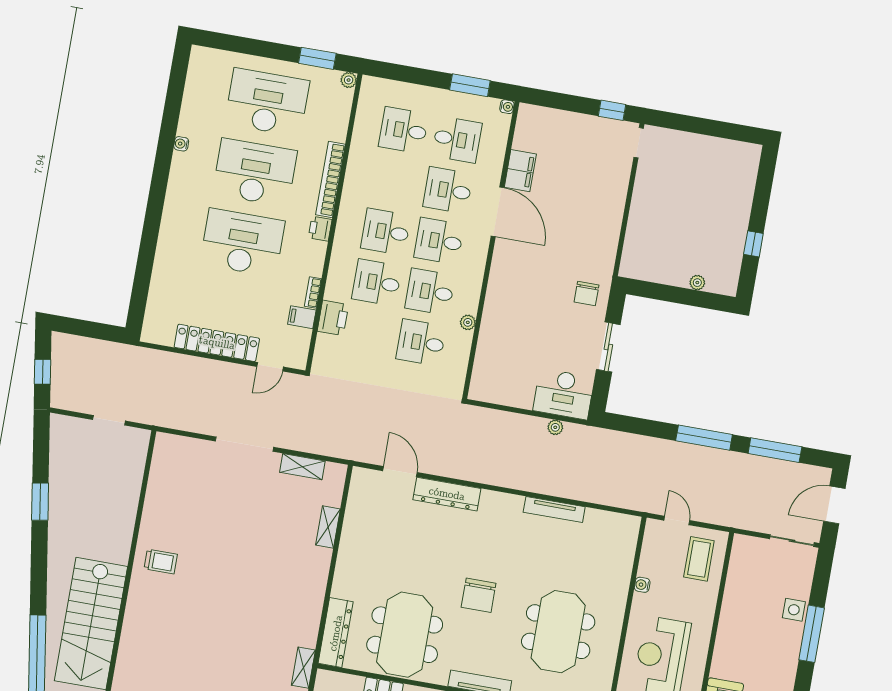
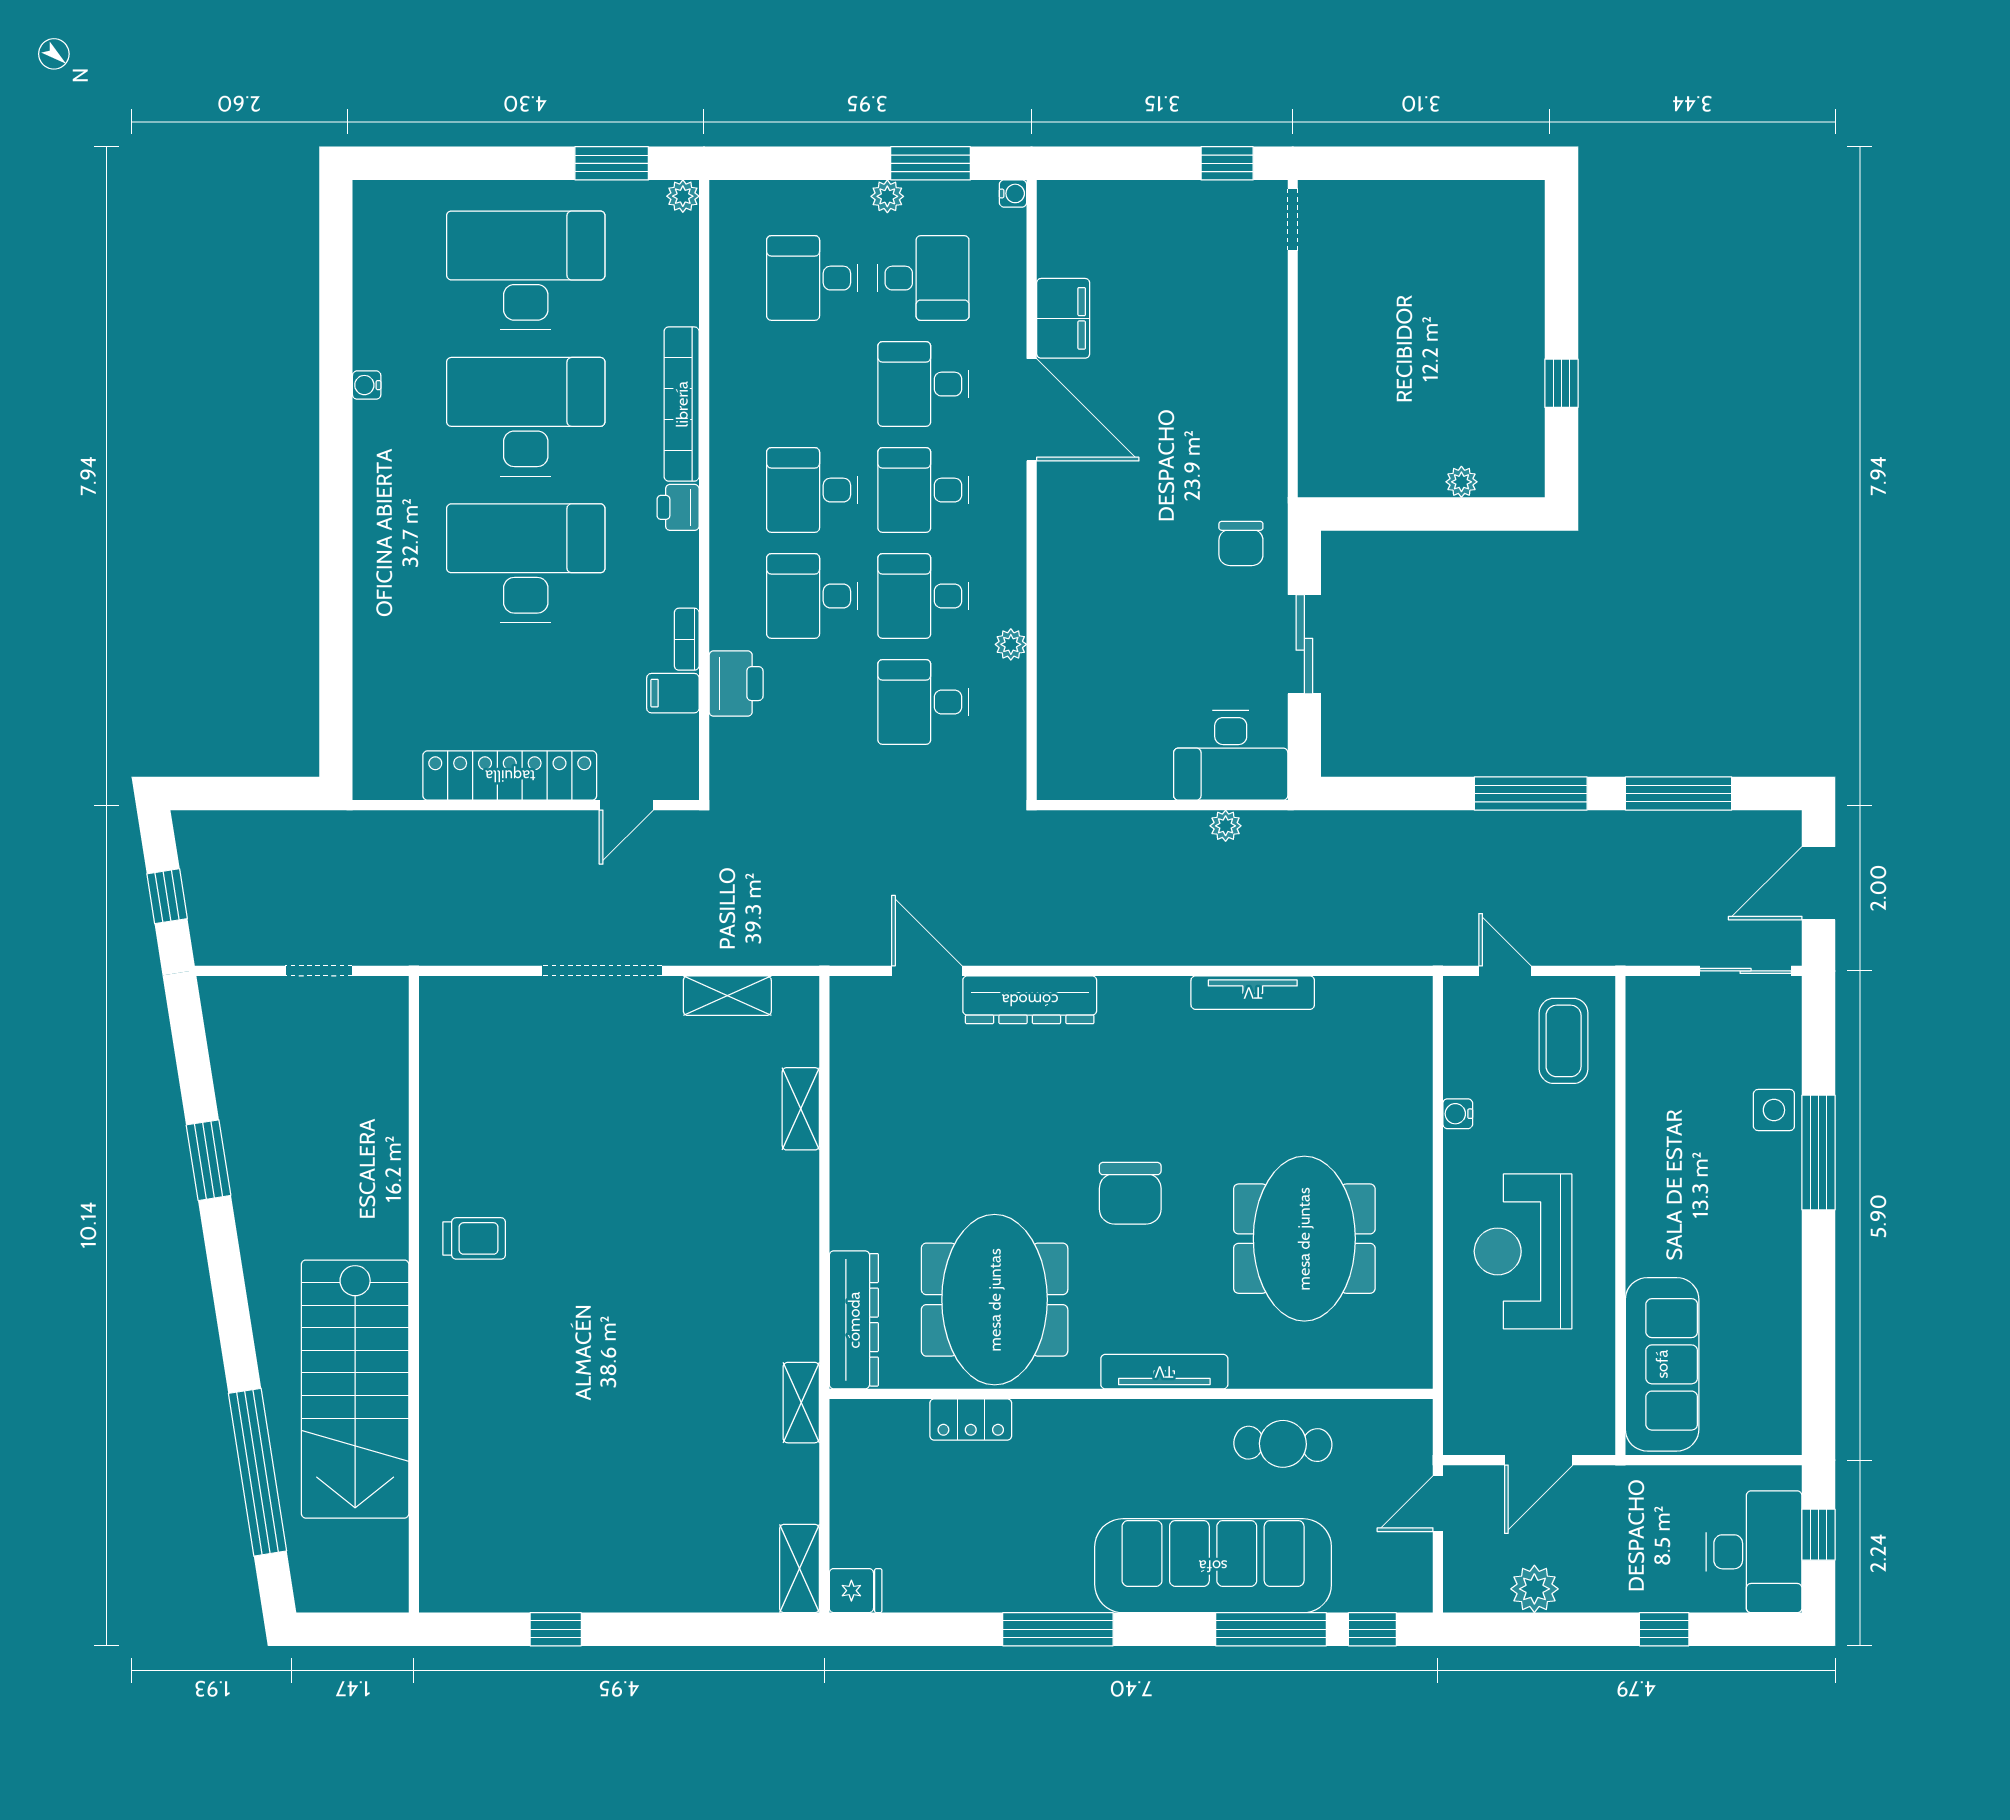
plant: (446, 97) -> (887, 196), added

